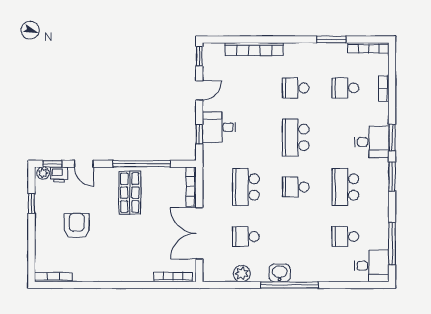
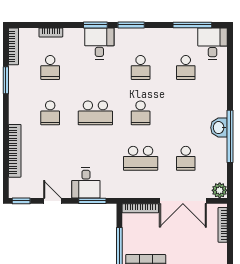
window: (199, 134) -> (92, 201), width x1.50
school desk: (345, 187) -> (141, 67), width x0.54
plant: (242, 274) -> (220, 190), moved
window: (289, 285) -> (230, 136), moved

